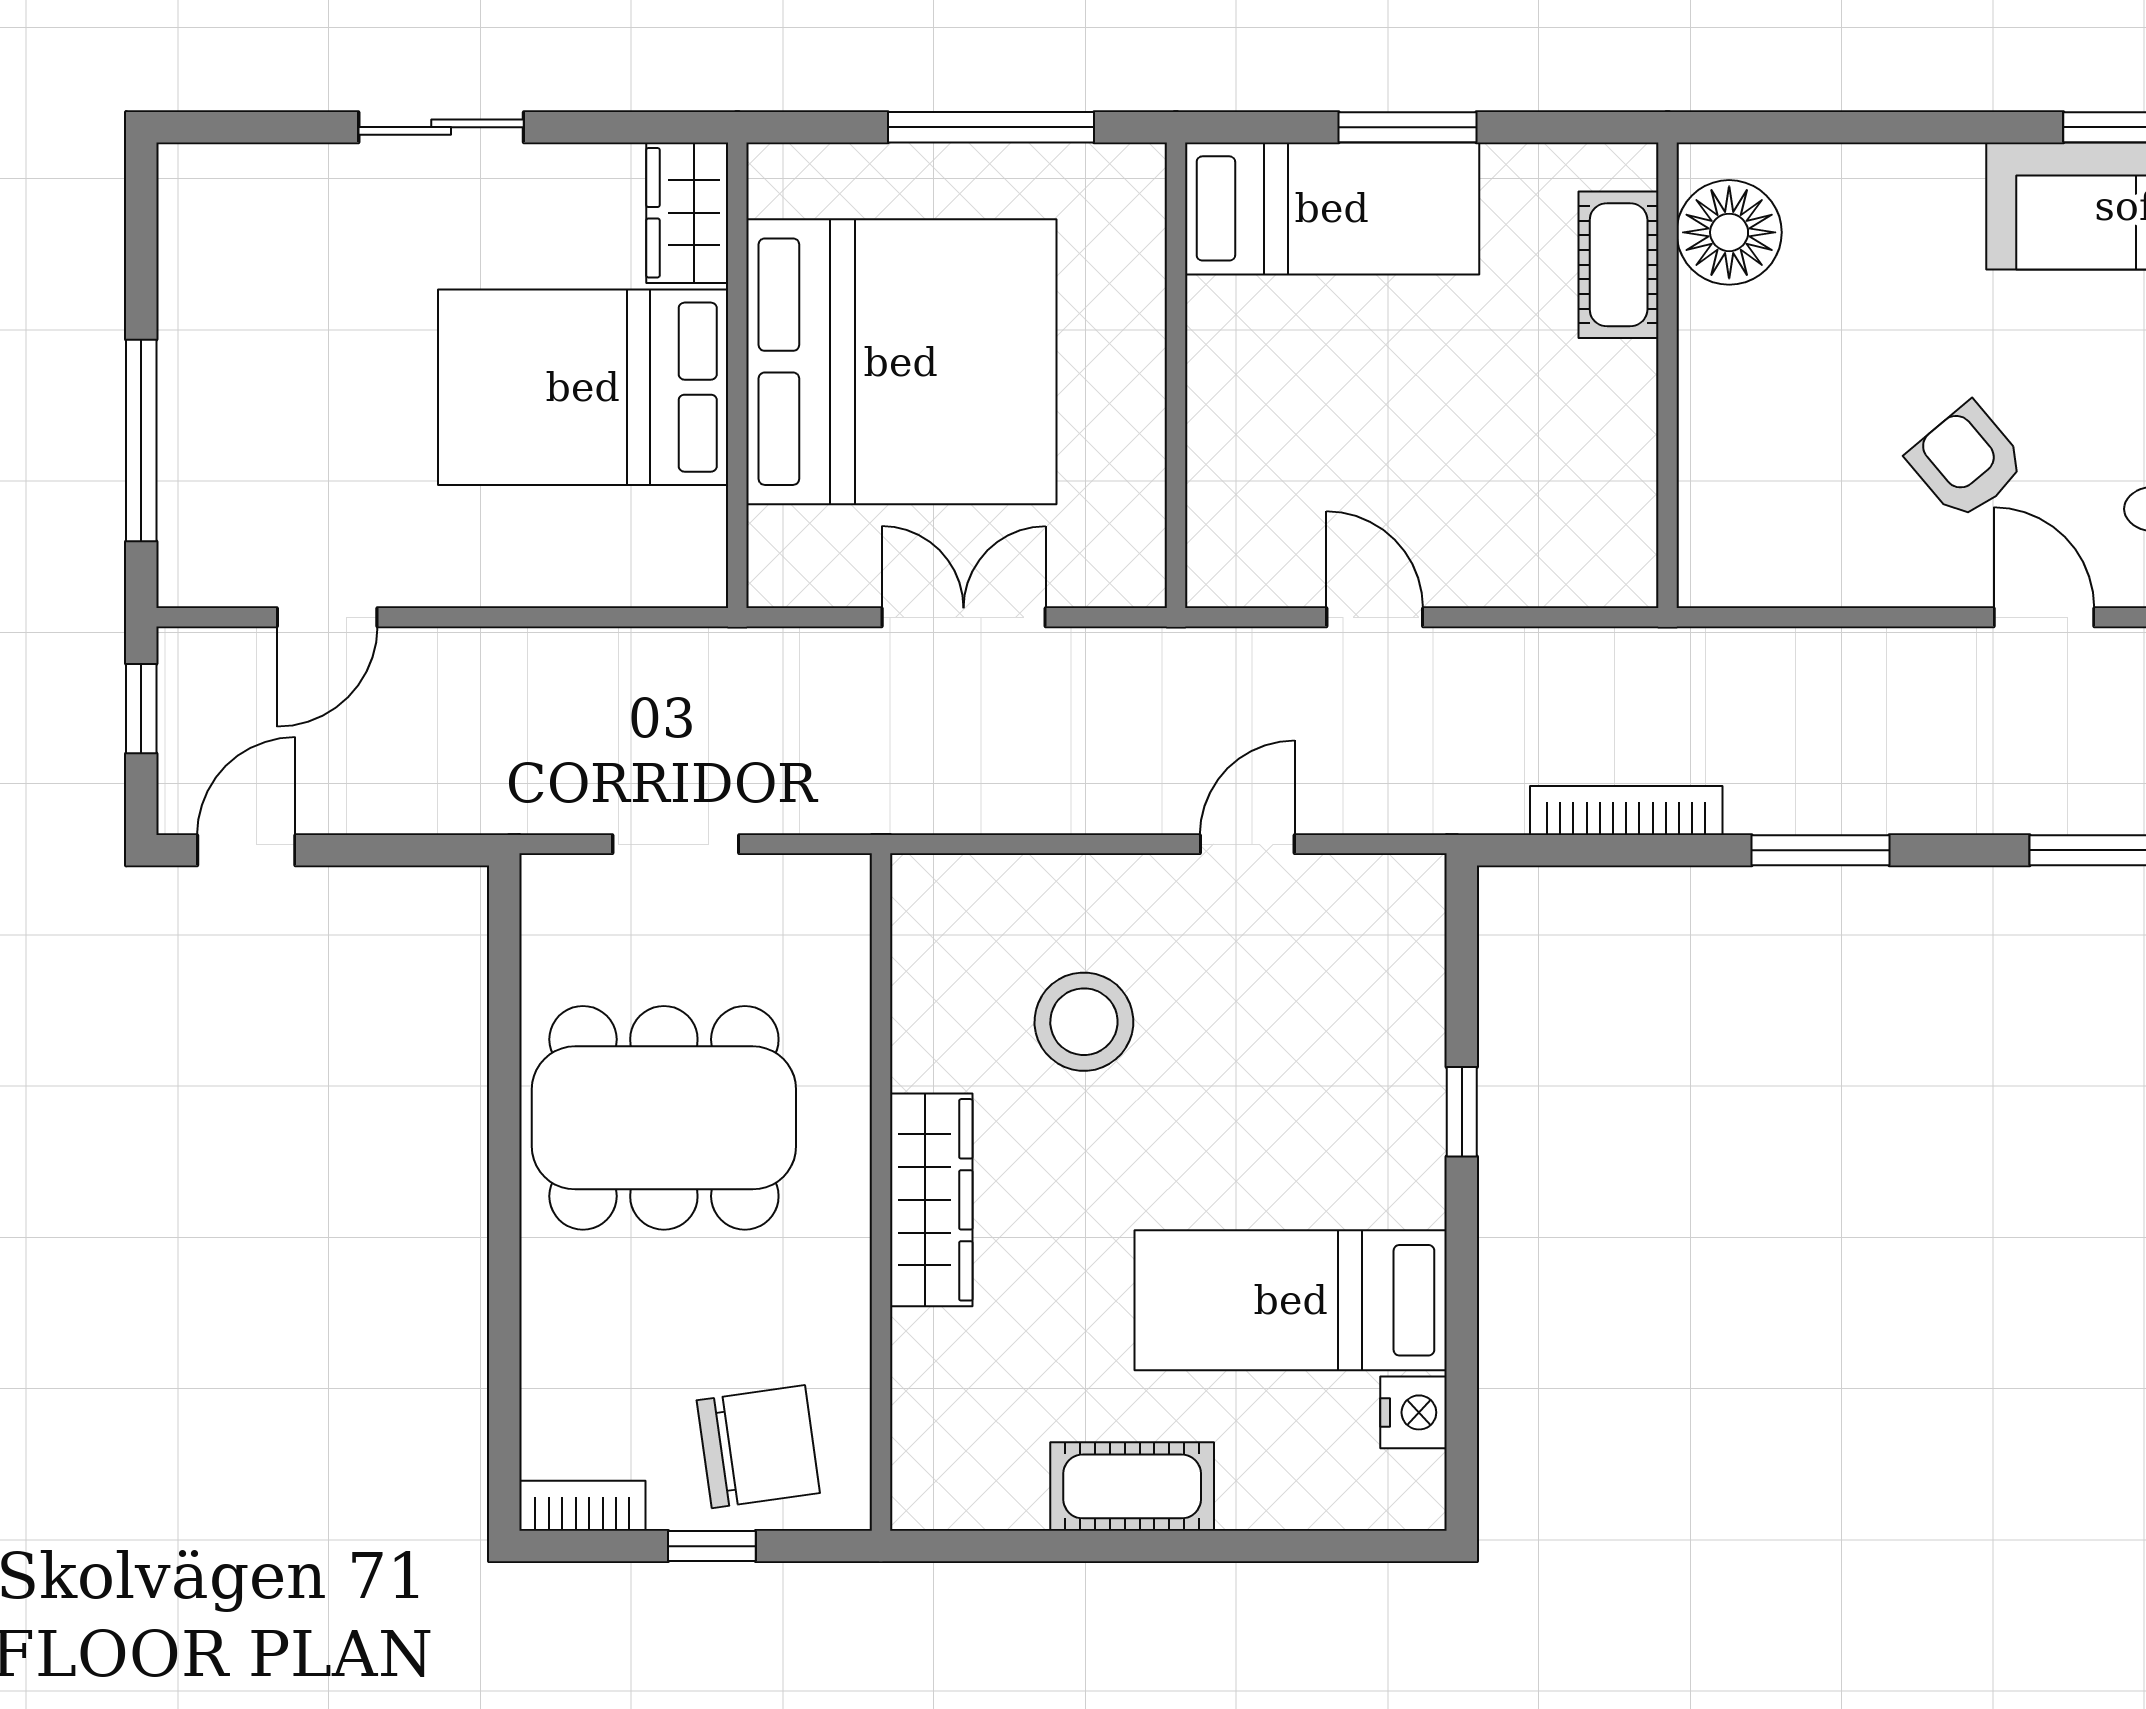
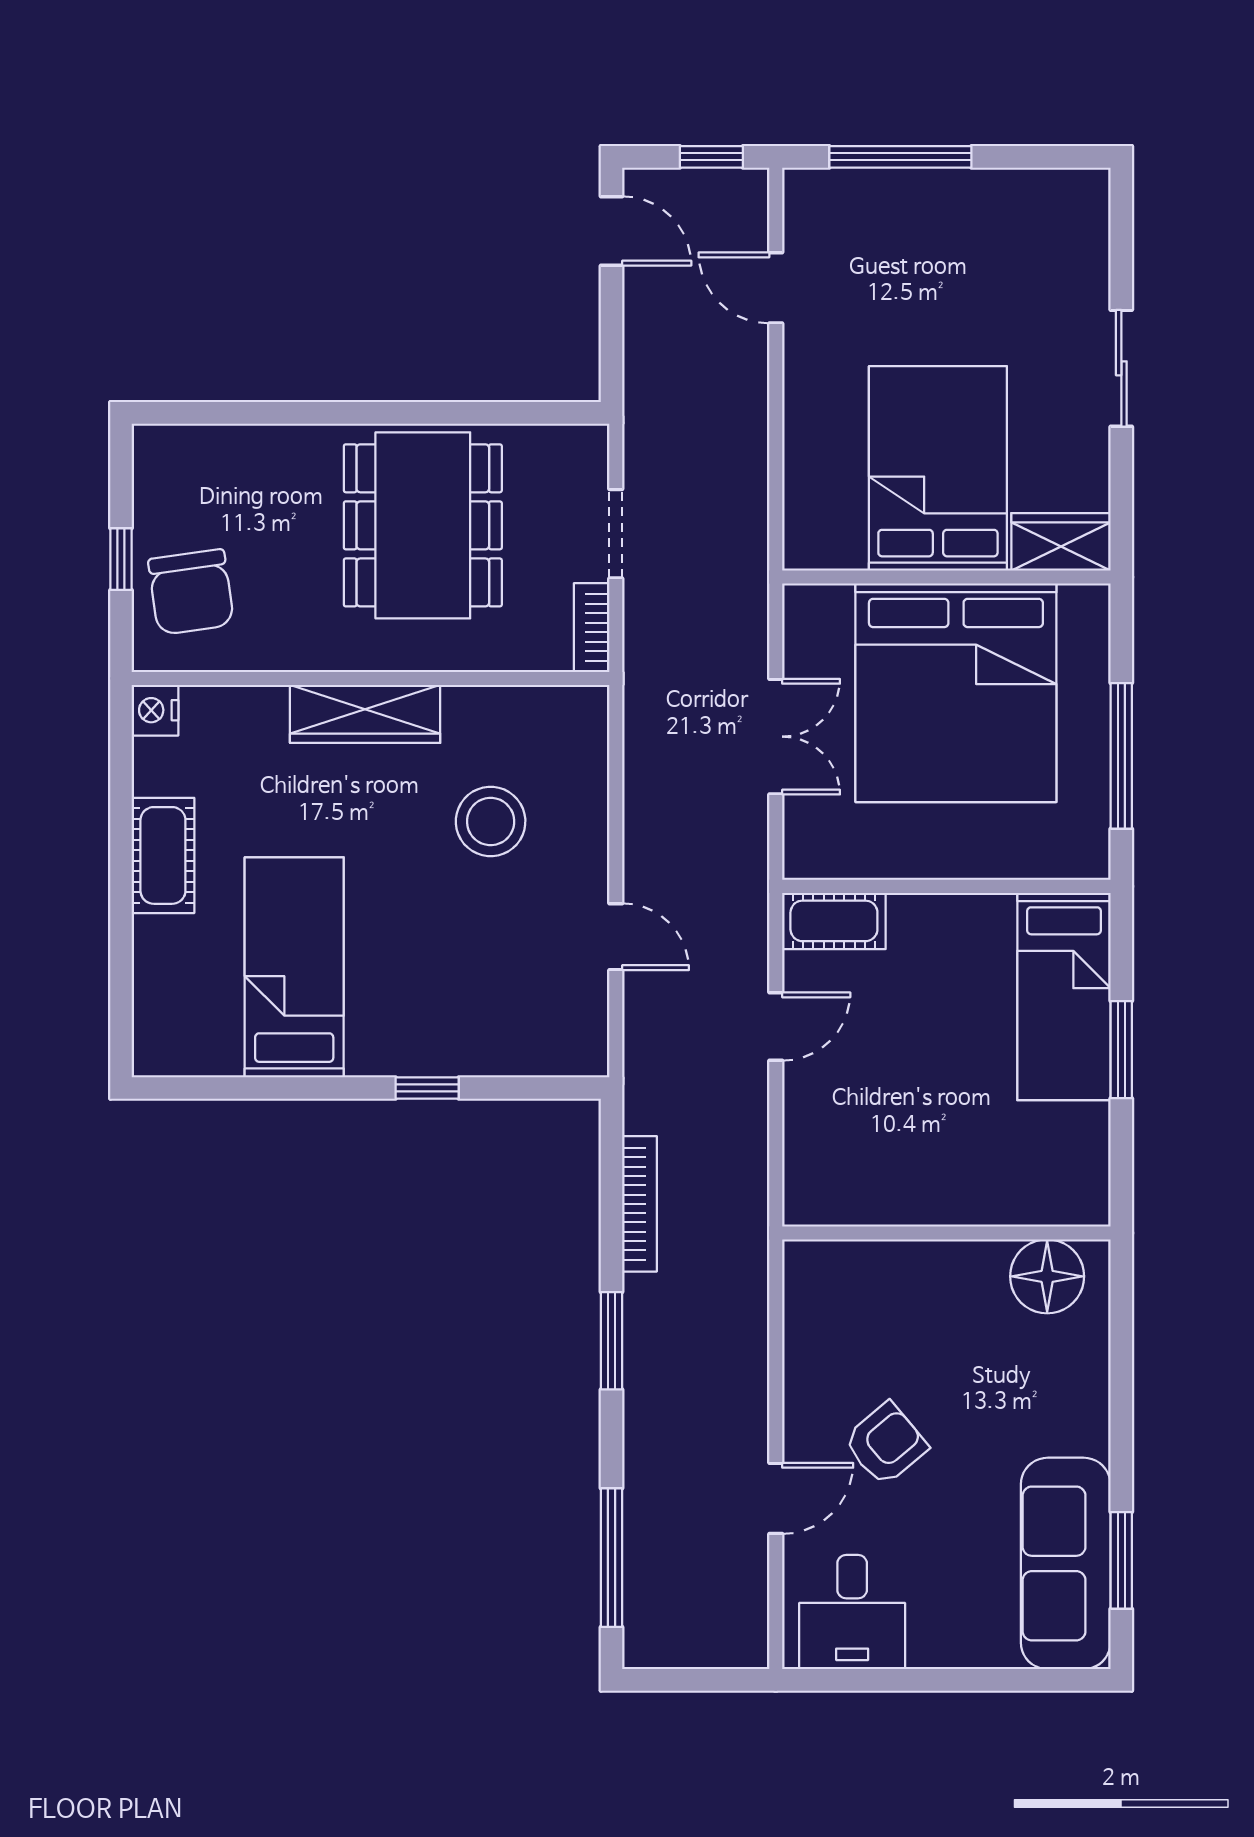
cot: (1619, 265) -> (834, 921), moved
nightstand: (1414, 1412) -> (155, 710), moved, turned 90
bookcase: (582, 1506) -> (592, 628), moved, turned 180

